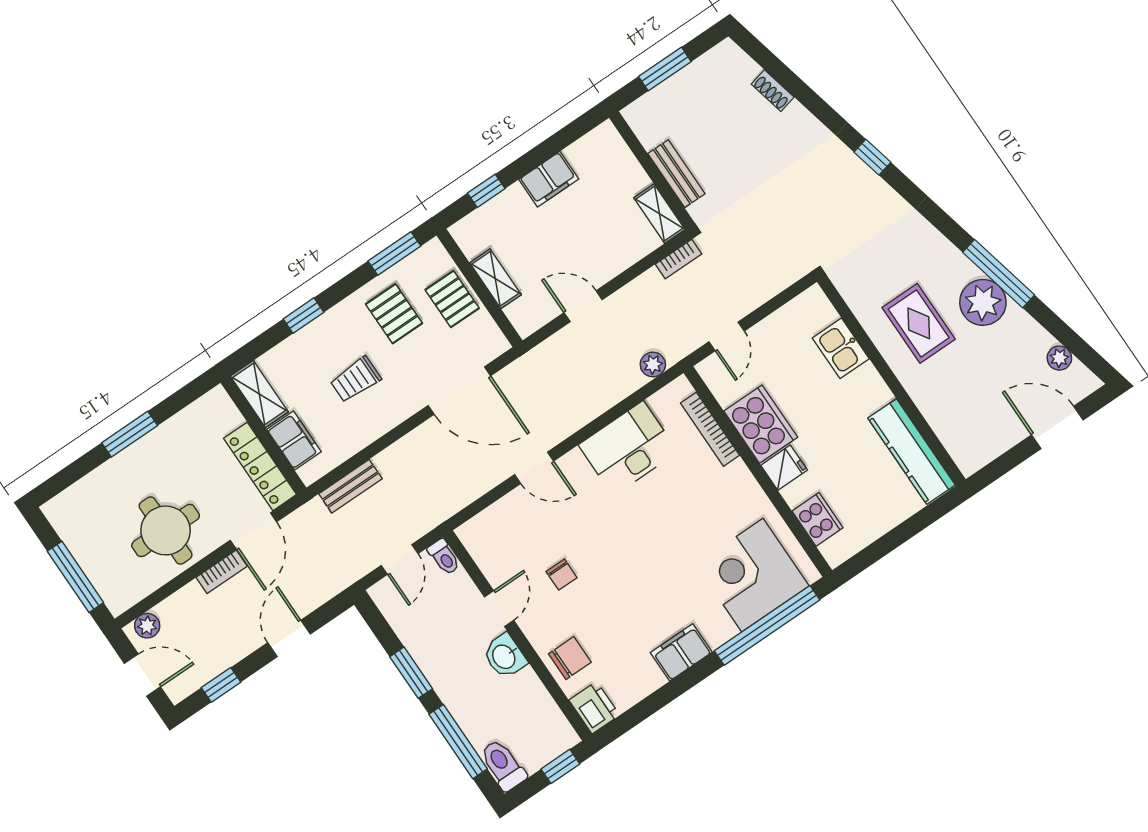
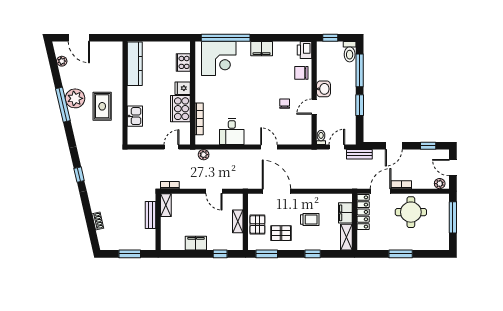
pallet: (394, 314) -> (281, 233), turned 90
desk: (628, 448) -> (232, 132), width x0.73
bench: (350, 486) -> (359, 154), moved

